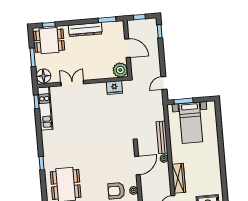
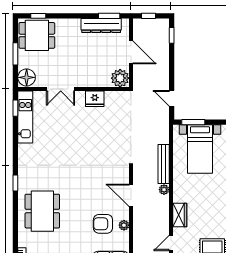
dresser: (85, 30) -> (101, 26), moved
double door: (72, 83) -> (61, 89), swing flipped
door: (164, 83) -> (172, 98), hinge flipped
fridge: (114, 88) -> (95, 99), moved
door: (137, 166) -> (131, 195), swing flipped
wardrobe: (179, 178) -> (180, 215), width x0.67

